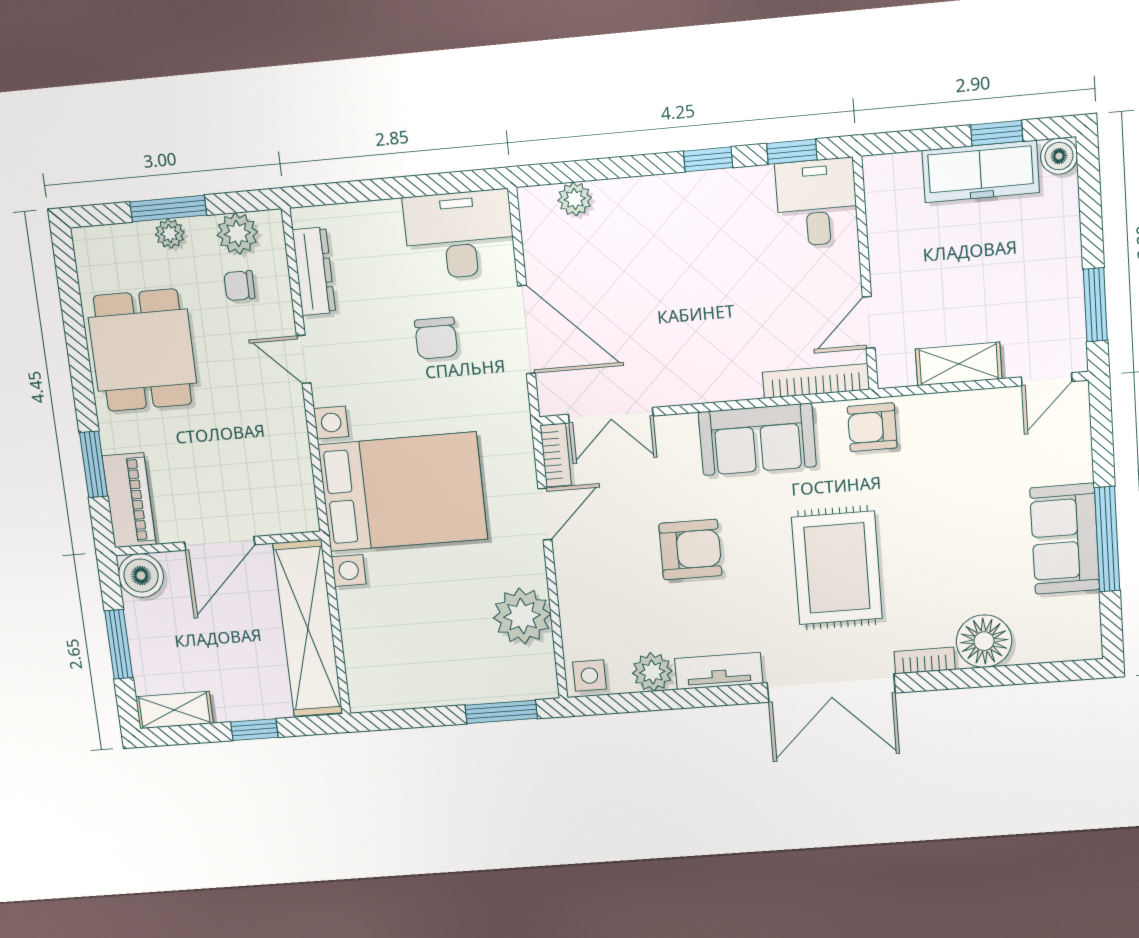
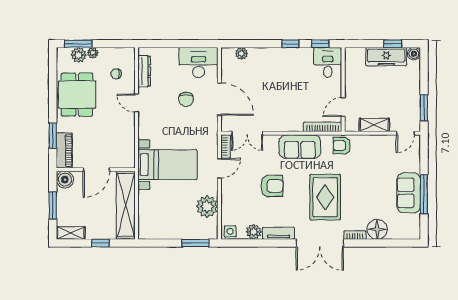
window: (168, 209) -> (78, 44), moved
plant: (237, 233) -> (79, 55), moved
bed with nightstands: (403, 492) -> (168, 165), width x0.73

